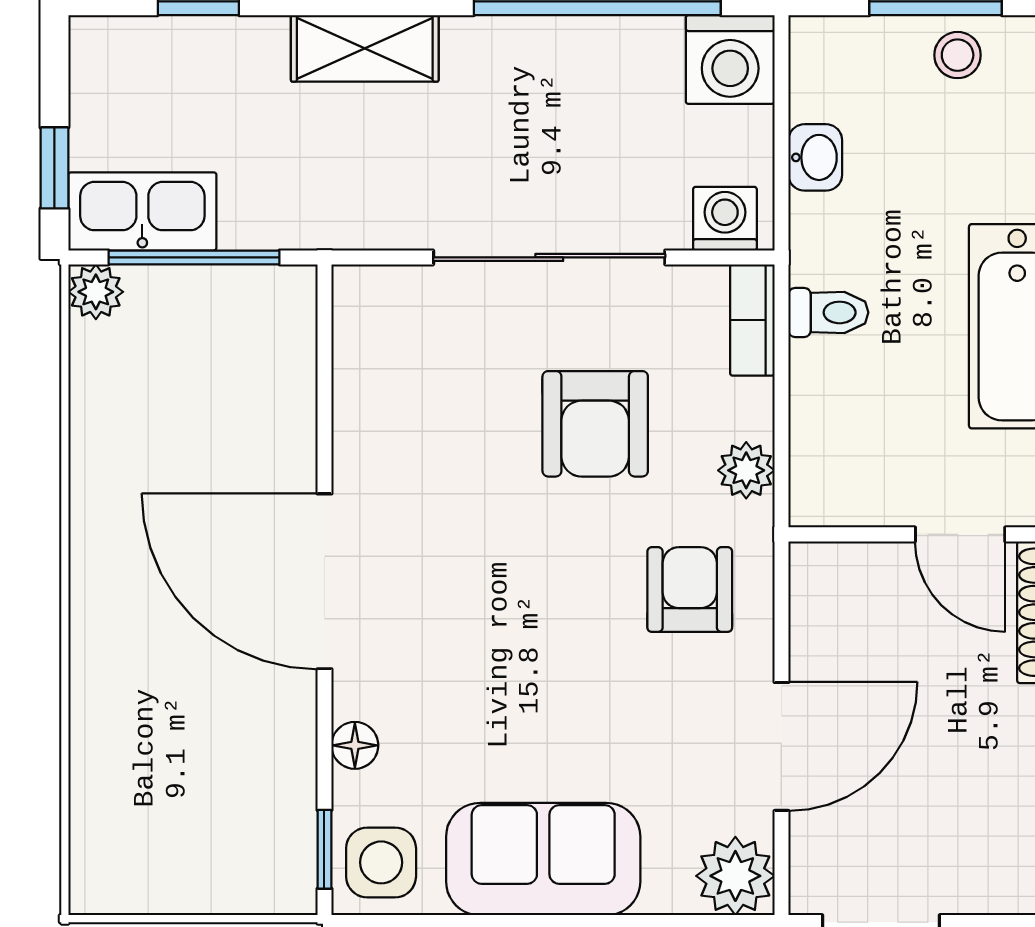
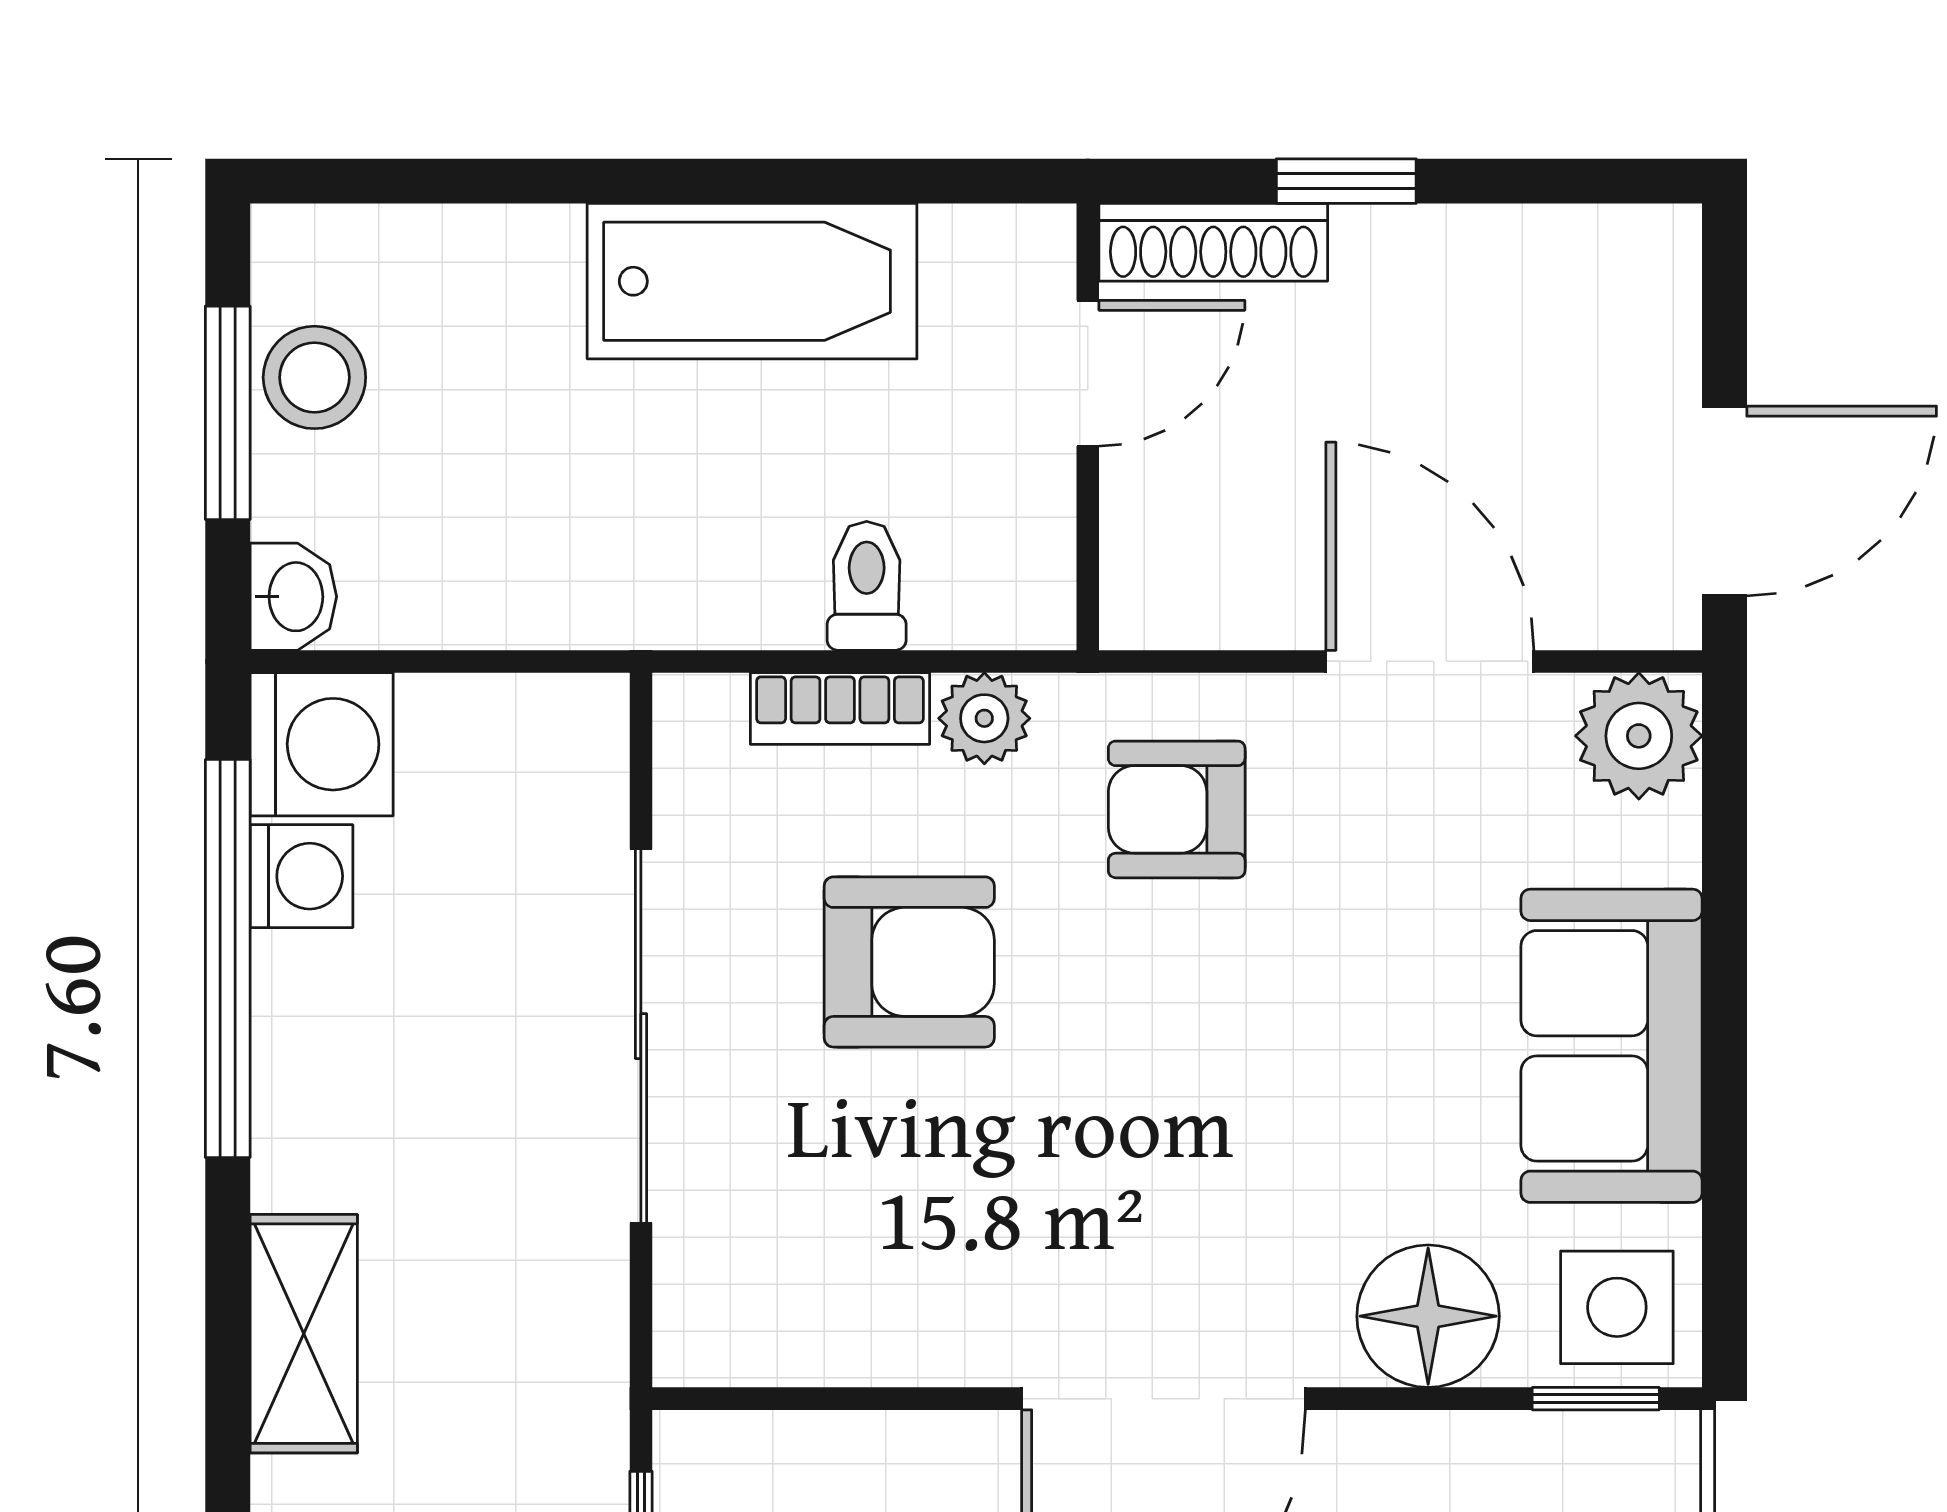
stool: (958, 55) -> (314, 377), width x1.37, depth x1.37
washbasin: (815, 157) -> (293, 597), moved, turned 90
washing machine: (725, 219) -> (301, 876), moved, turned 180
toilet: (828, 312) -> (867, 586), moved
bookcase: (752, 320) -> (840, 708), moved
floor lamp: (355, 745) -> (1428, 1316), width x1.89, depth x1.89

